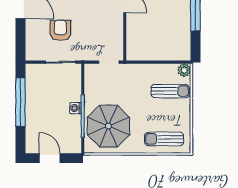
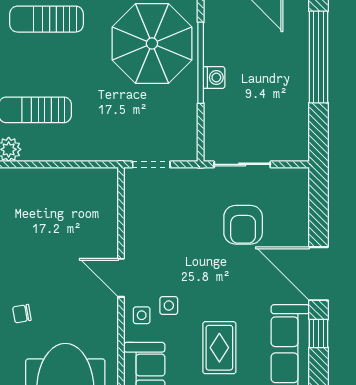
window: (20, 102) -> (319, 57), moved
sun lounger: (164, 139) -> (47, 19), turned 180

